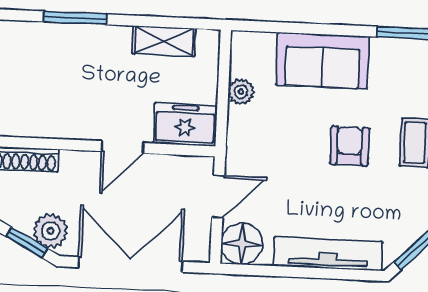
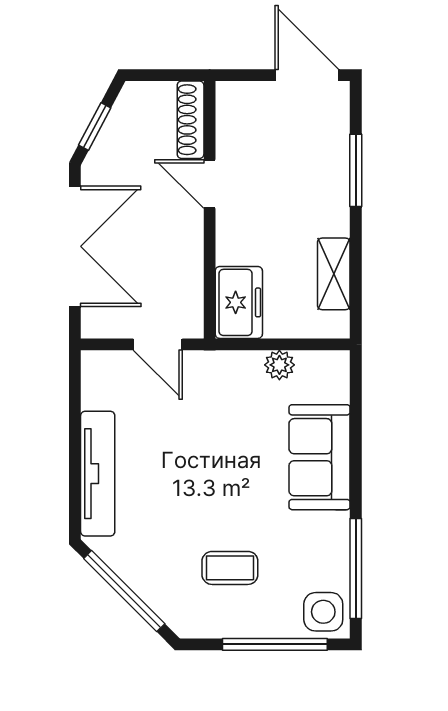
armchair: (350, 146) -> (223, 493), removed
door: (123, 147) -> (210, 184), moved
plant: (51, 231) -> (109, 153), removed
floor lamp: (242, 244) -> (105, 374), removed

